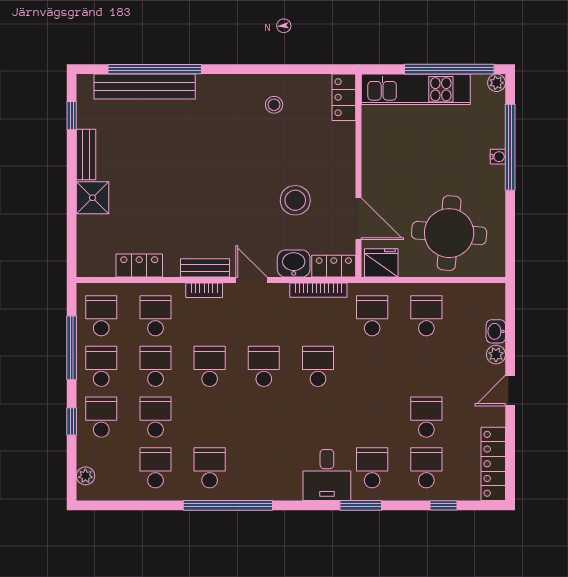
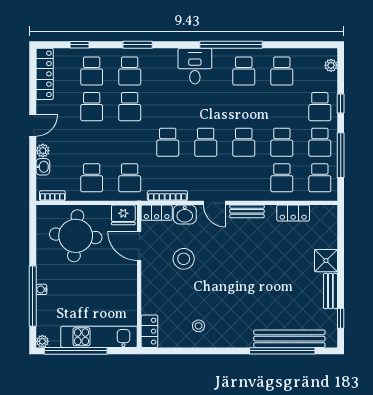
bookcase: (204, 290) -> (52, 196), moved
school desk: (155, 417) -> (130, 107), moved
desk: (327, 475) -> (195, 66), moved

